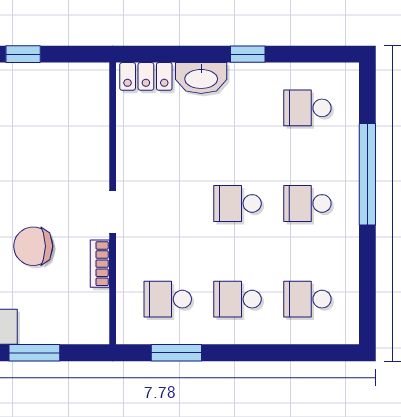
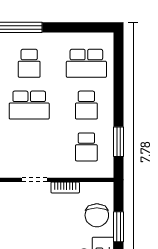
school desk: (238, 203) -> (29, 105), width x1.85
chair: (33, 246) -> (97, 215), moved
school desk: (307, 299) -> (86, 63), width x1.85

